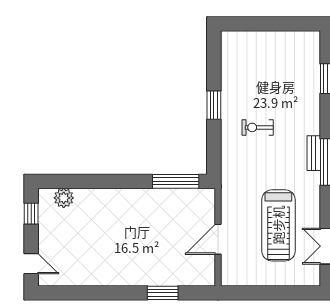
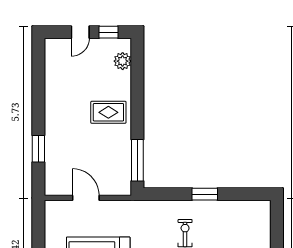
rug: (121, 214) -> (108, 112), added
door: (31, 264) -> (80, 32), moved

